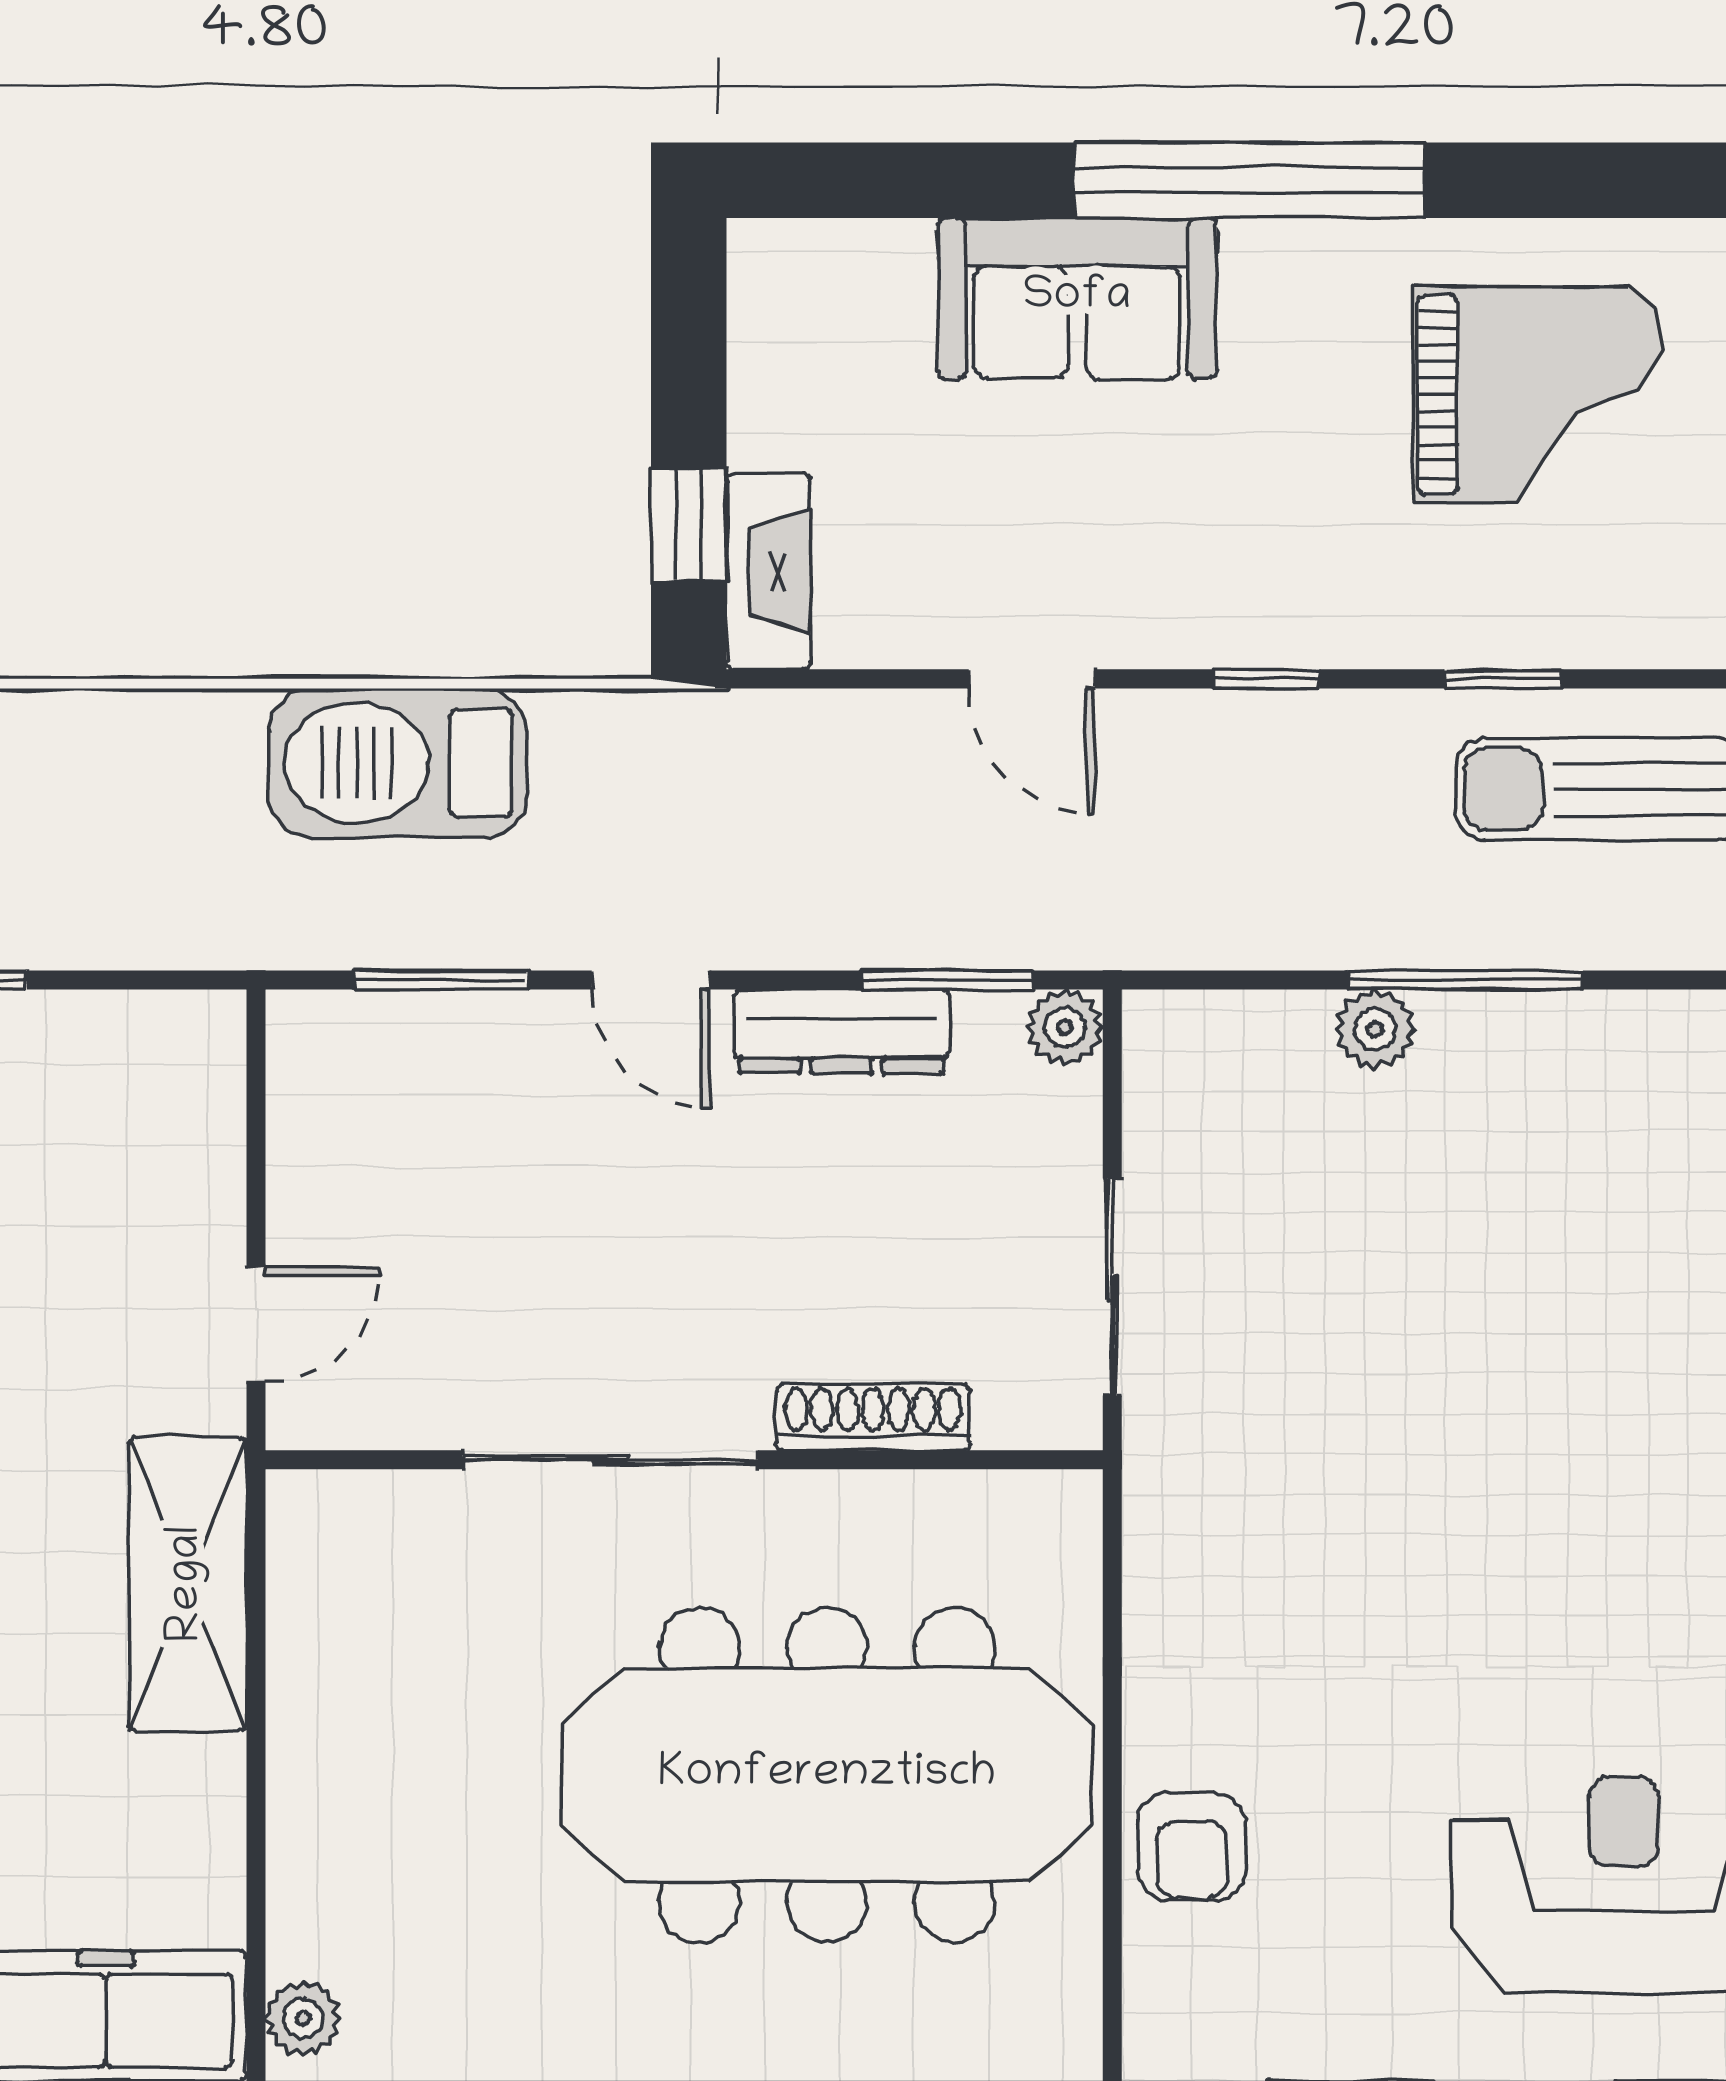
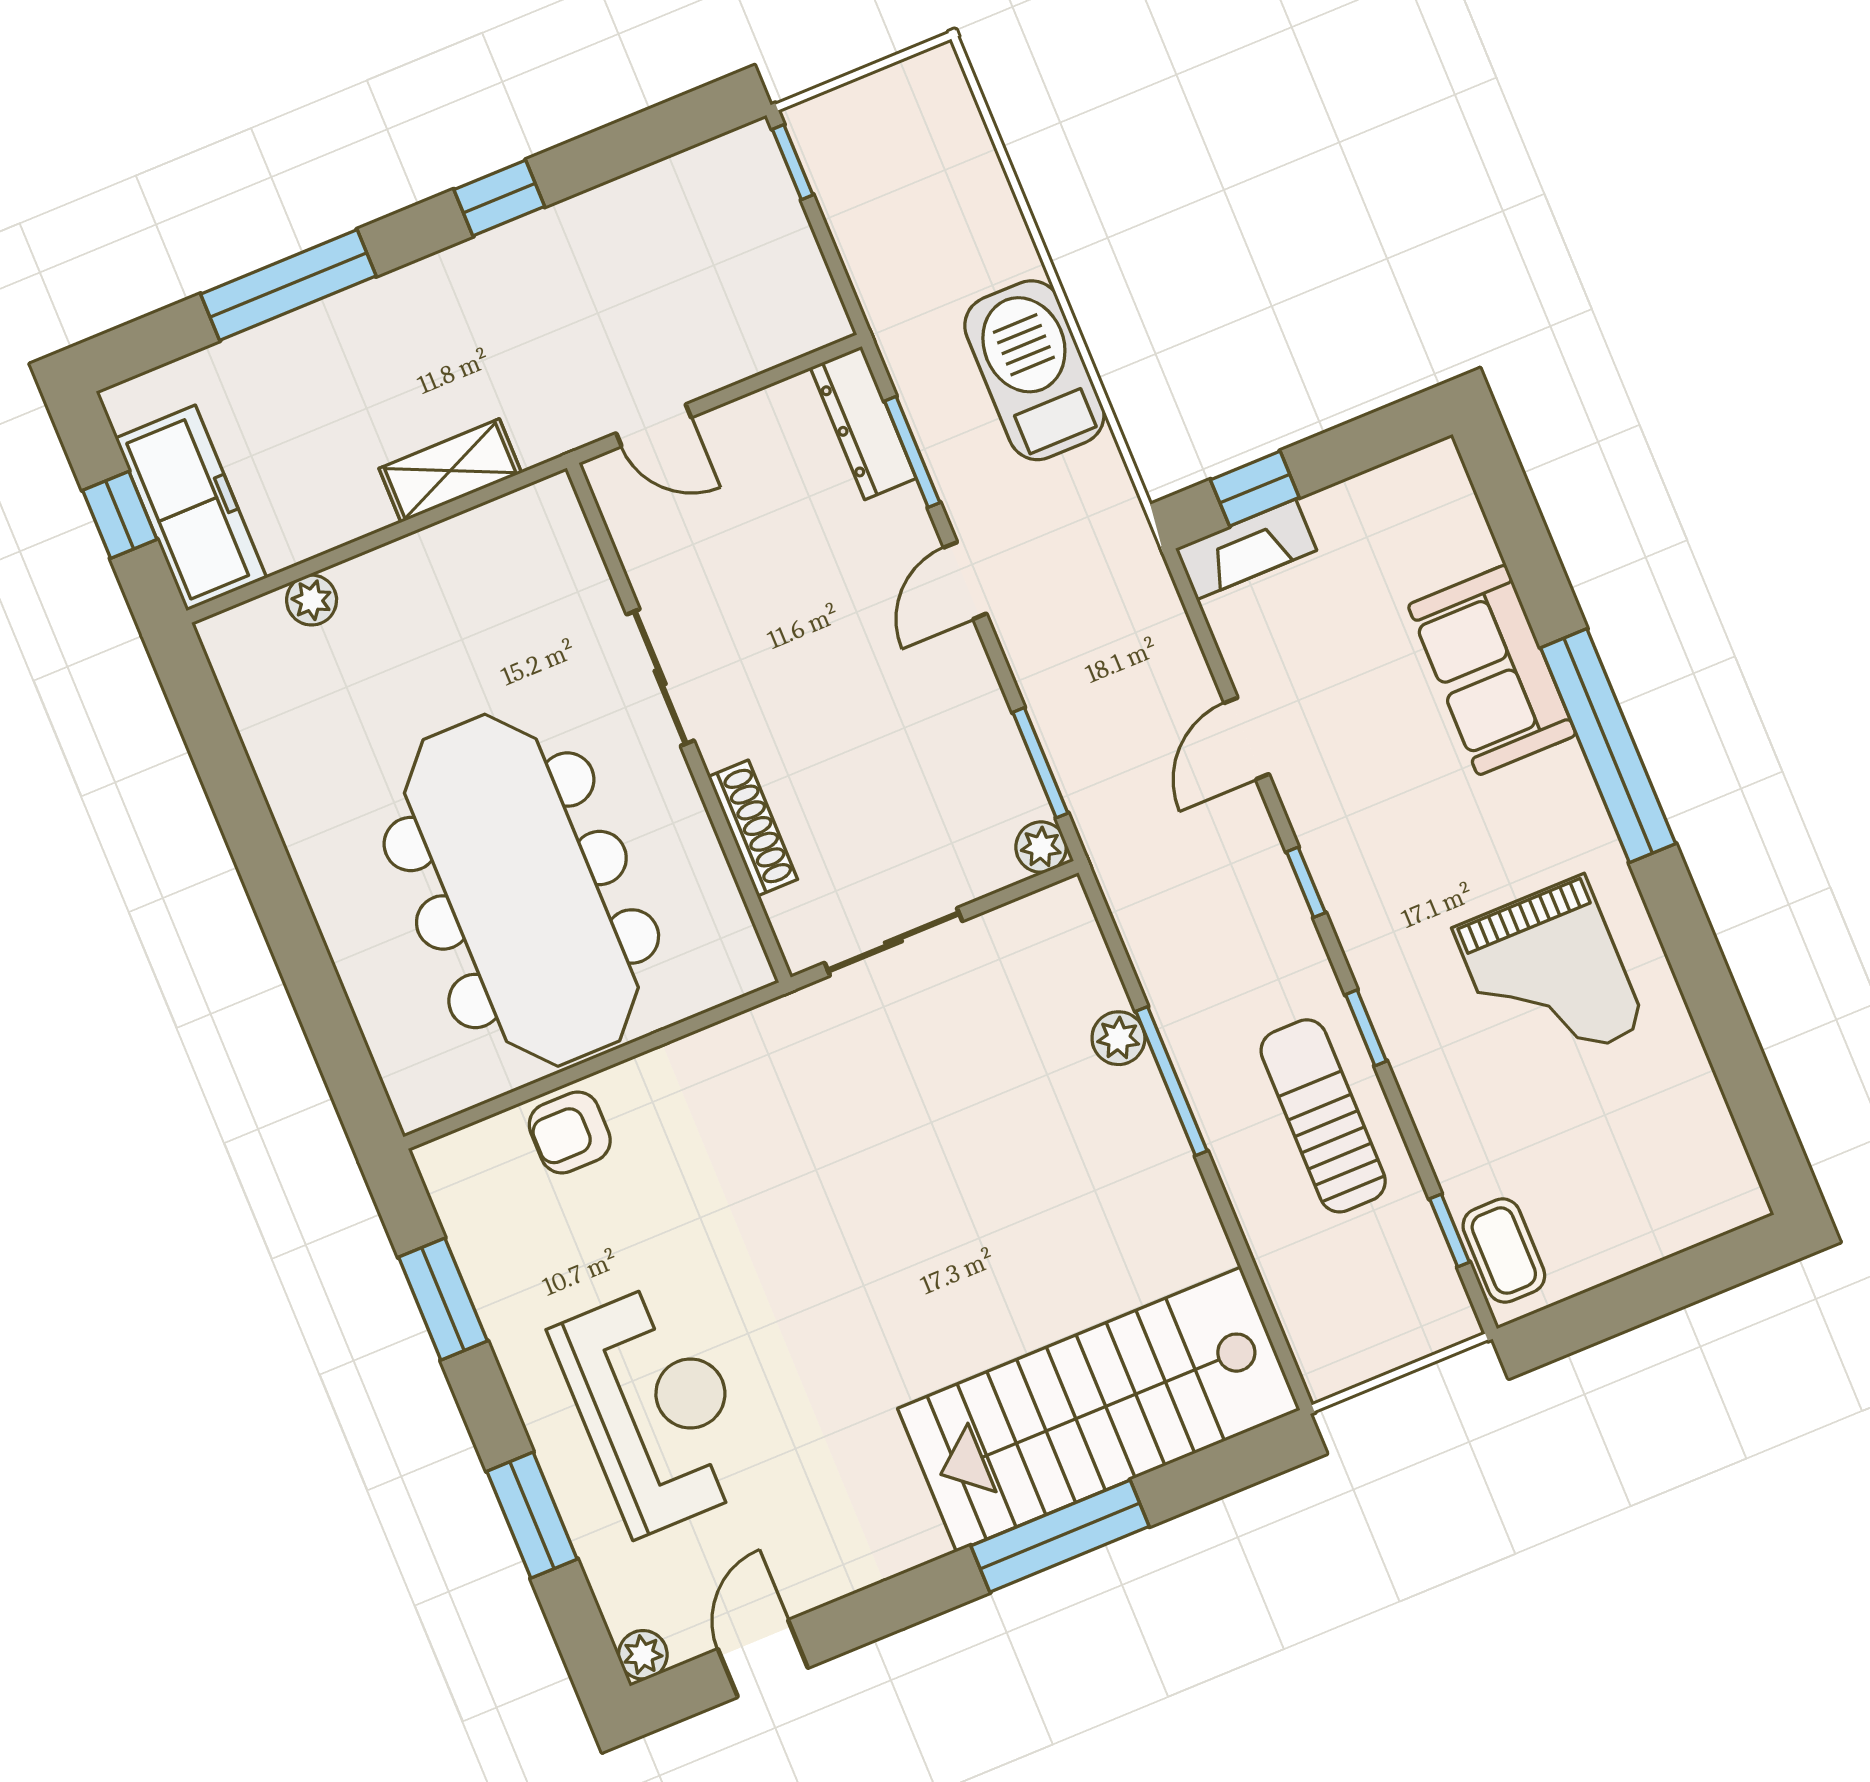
dresser: (842, 1031) -> (863, 423), moved
sliding door: (610, 1460) -> (660, 677), width x0.73
shelving: (188, 1584) -> (450, 471), width x0.67, depth x0.75
plant: (303, 2018) -> (312, 600), moved

